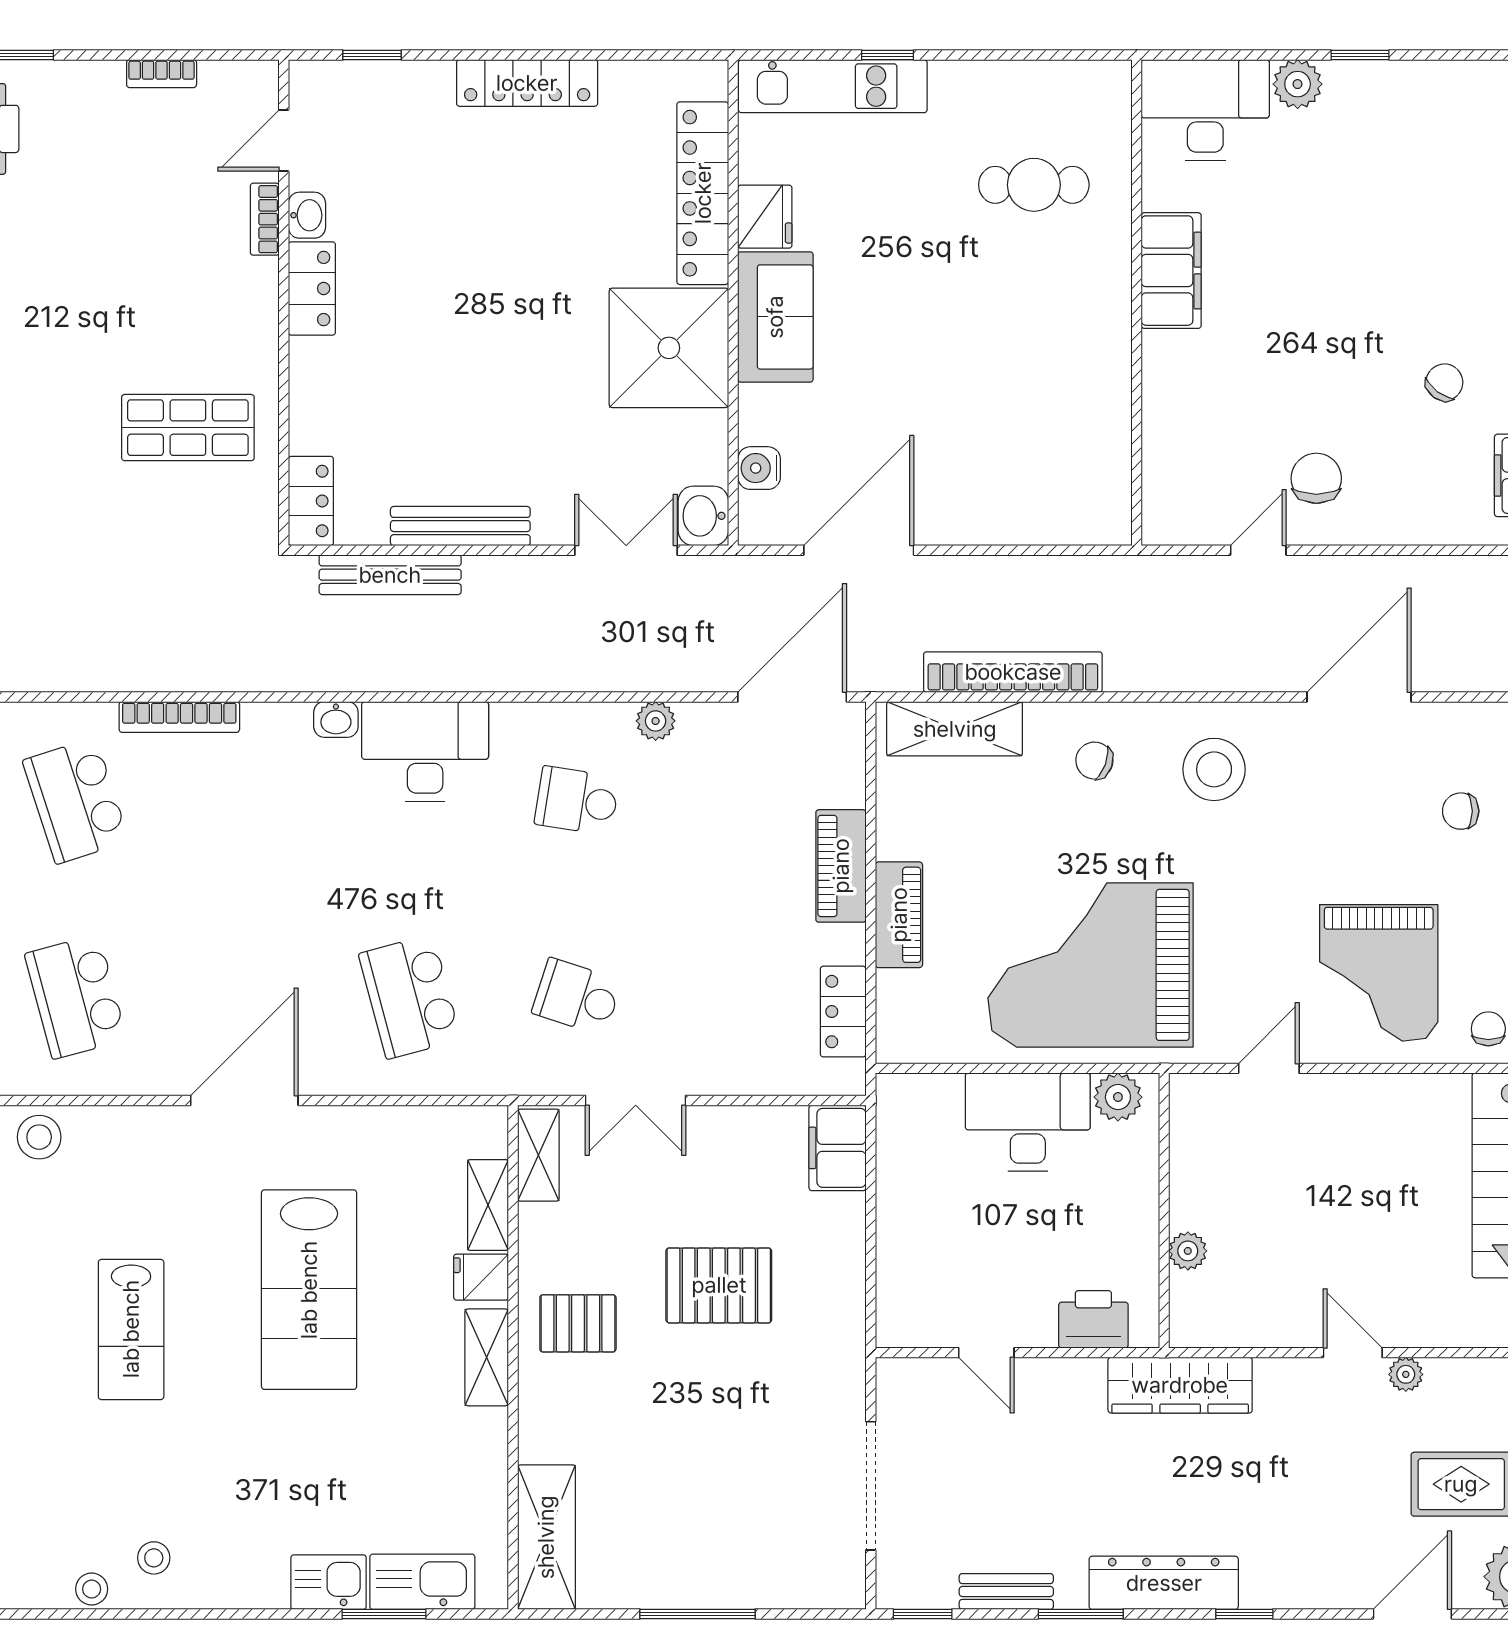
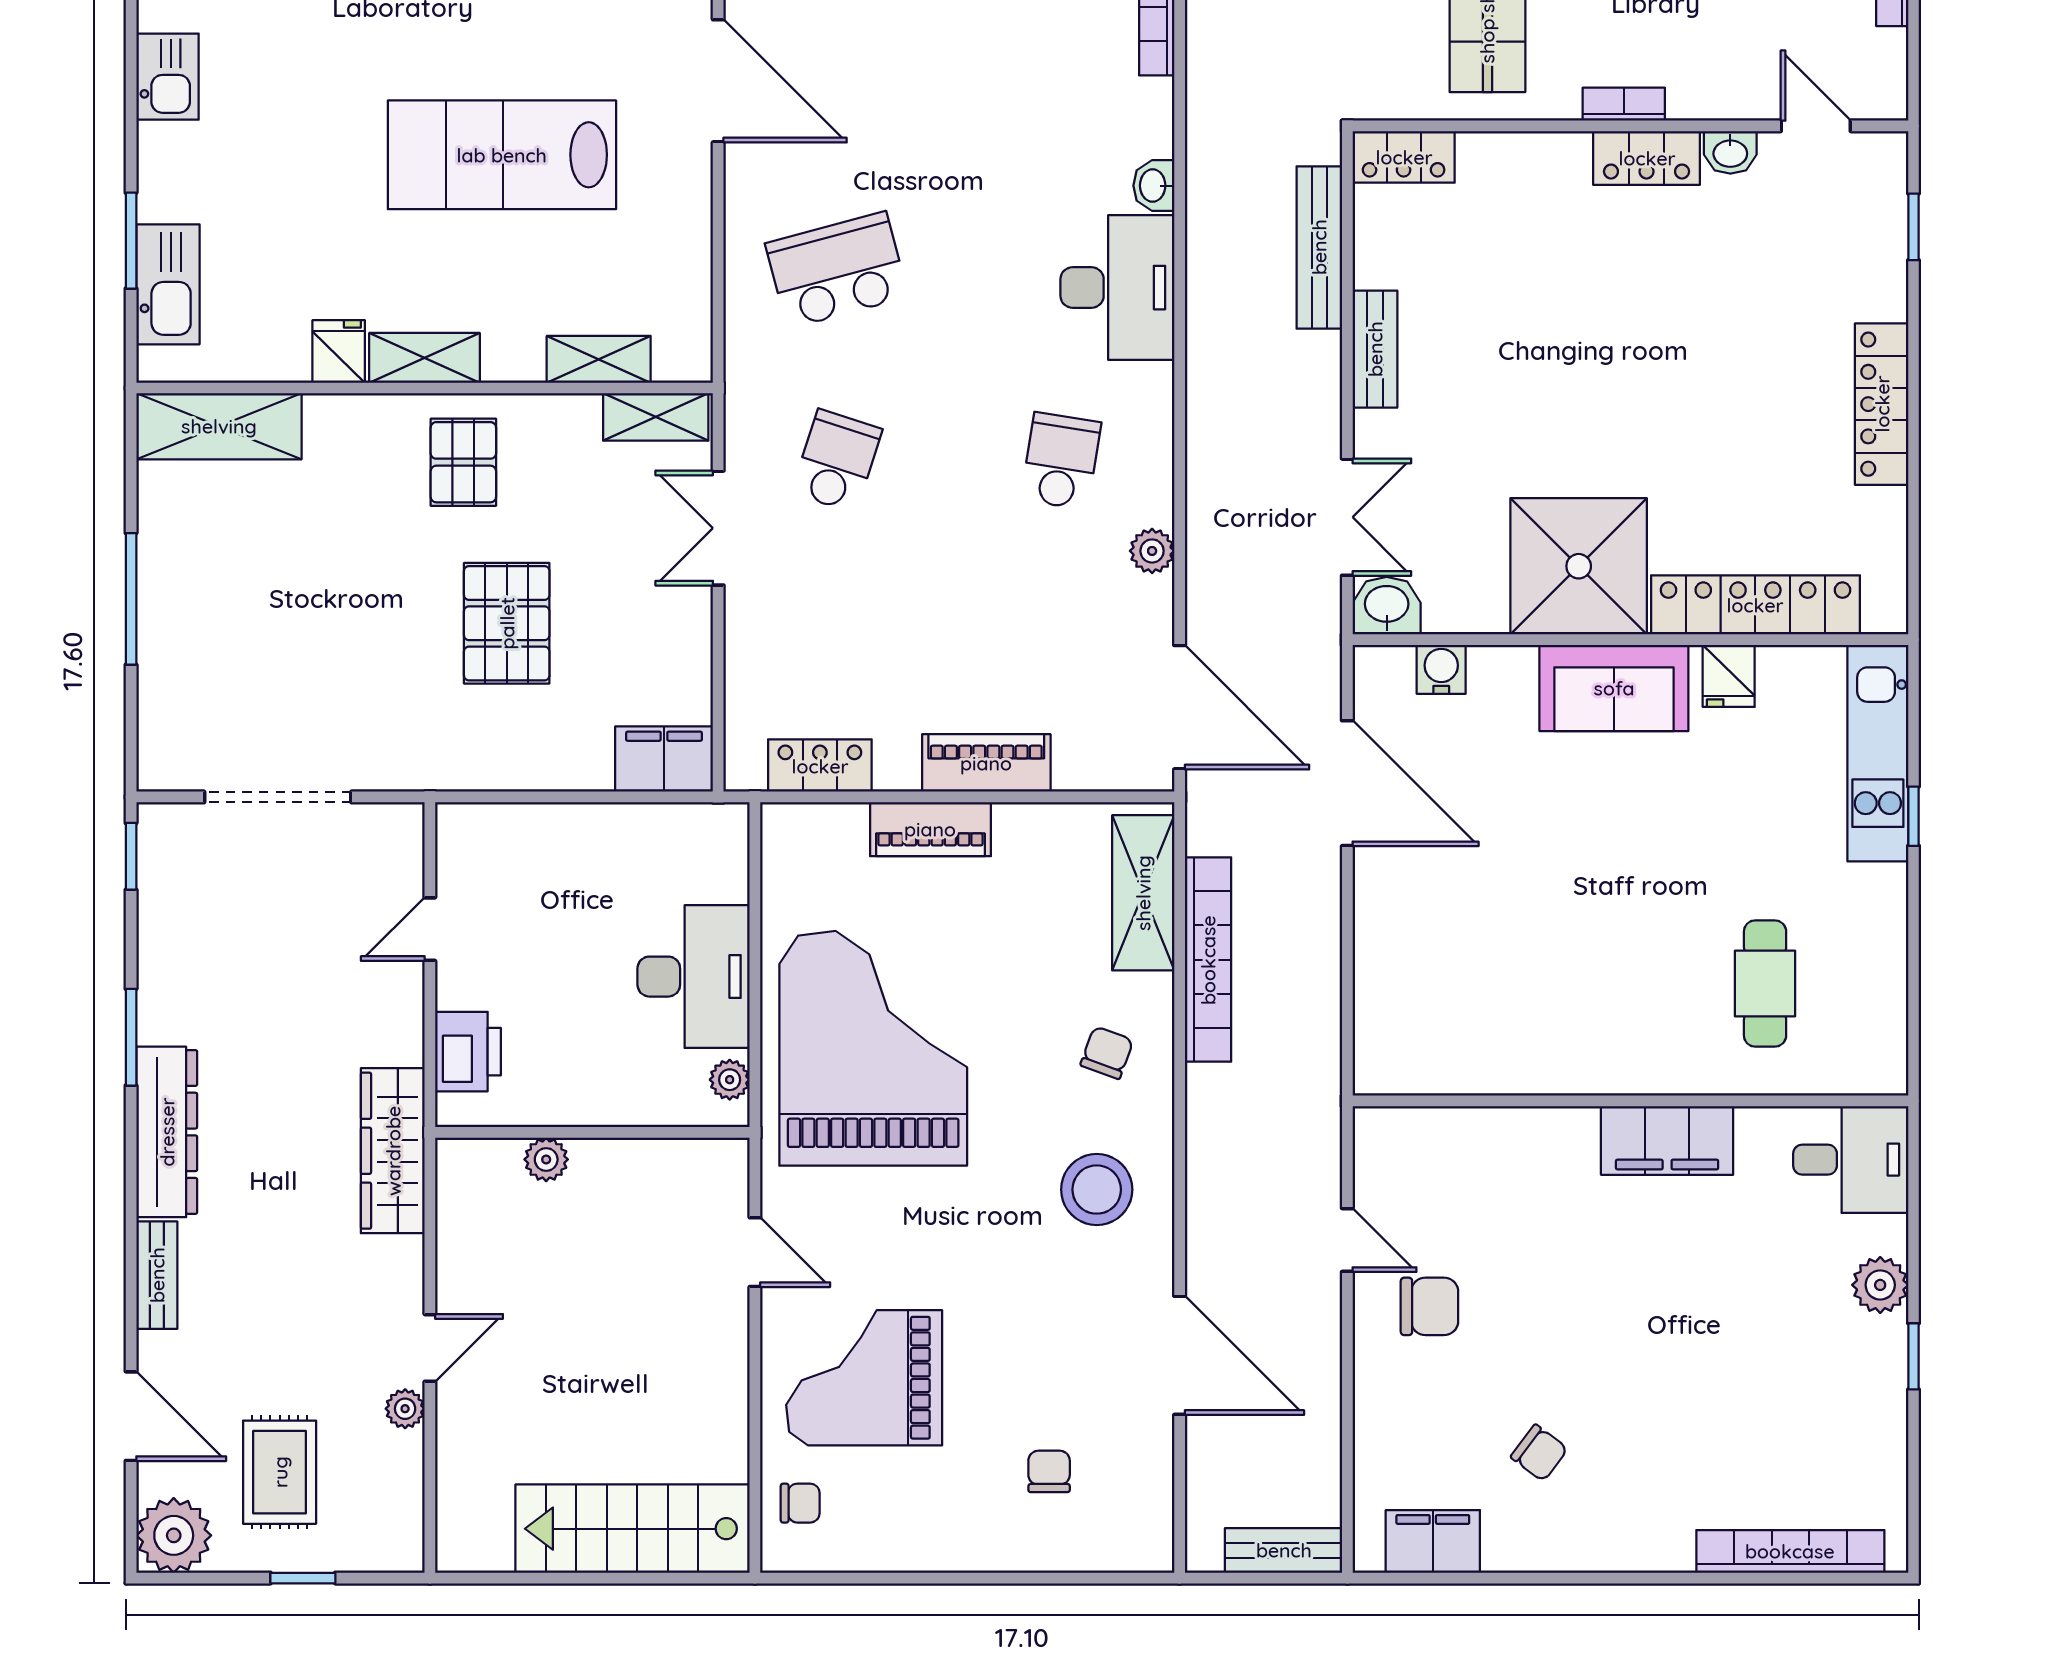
desk: (1205, 110) -> (1851, 1160), width x0.73
fridge: (765, 217) -> (1729, 676), width x0.72
bookcase: (265, 219) -> (1624, 104), moved
bench: (460, 526) -> (1375, 349), width x0.73
plant: (1118, 1097) -> (730, 1080), width x0.73, depth x0.73
fridge: (481, 1277) -> (339, 351), moved
kitchen sink: (329, 1582) -> (168, 77), moved
bench: (1006, 1591) -> (157, 1275), moved
window: (1244, 1614) -> (131, 1224), removed

